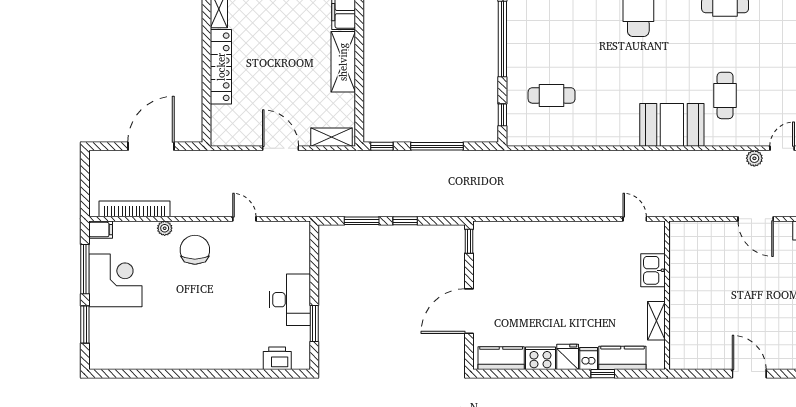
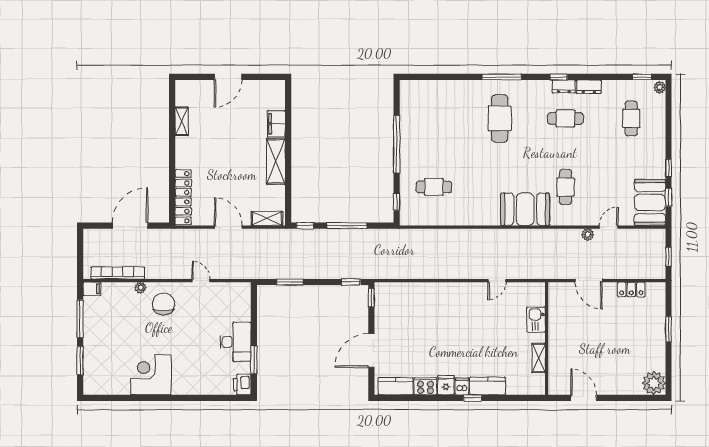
locker: (221, 67) -> (183, 197), moved
door: (635, 219) -> (497, 281), swing flipped
window: (405, 221) -> (351, 282), moved
kitchen sink: (653, 270) -> (536, 320), moved
corner desk: (115, 280) -> (151, 375), moved, turned -90
wall: (667, 295) -> (547, 338), moved
shelving: (656, 321) -> (539, 358), moved
printer: (277, 358) -> (242, 384), moved, turned -90

